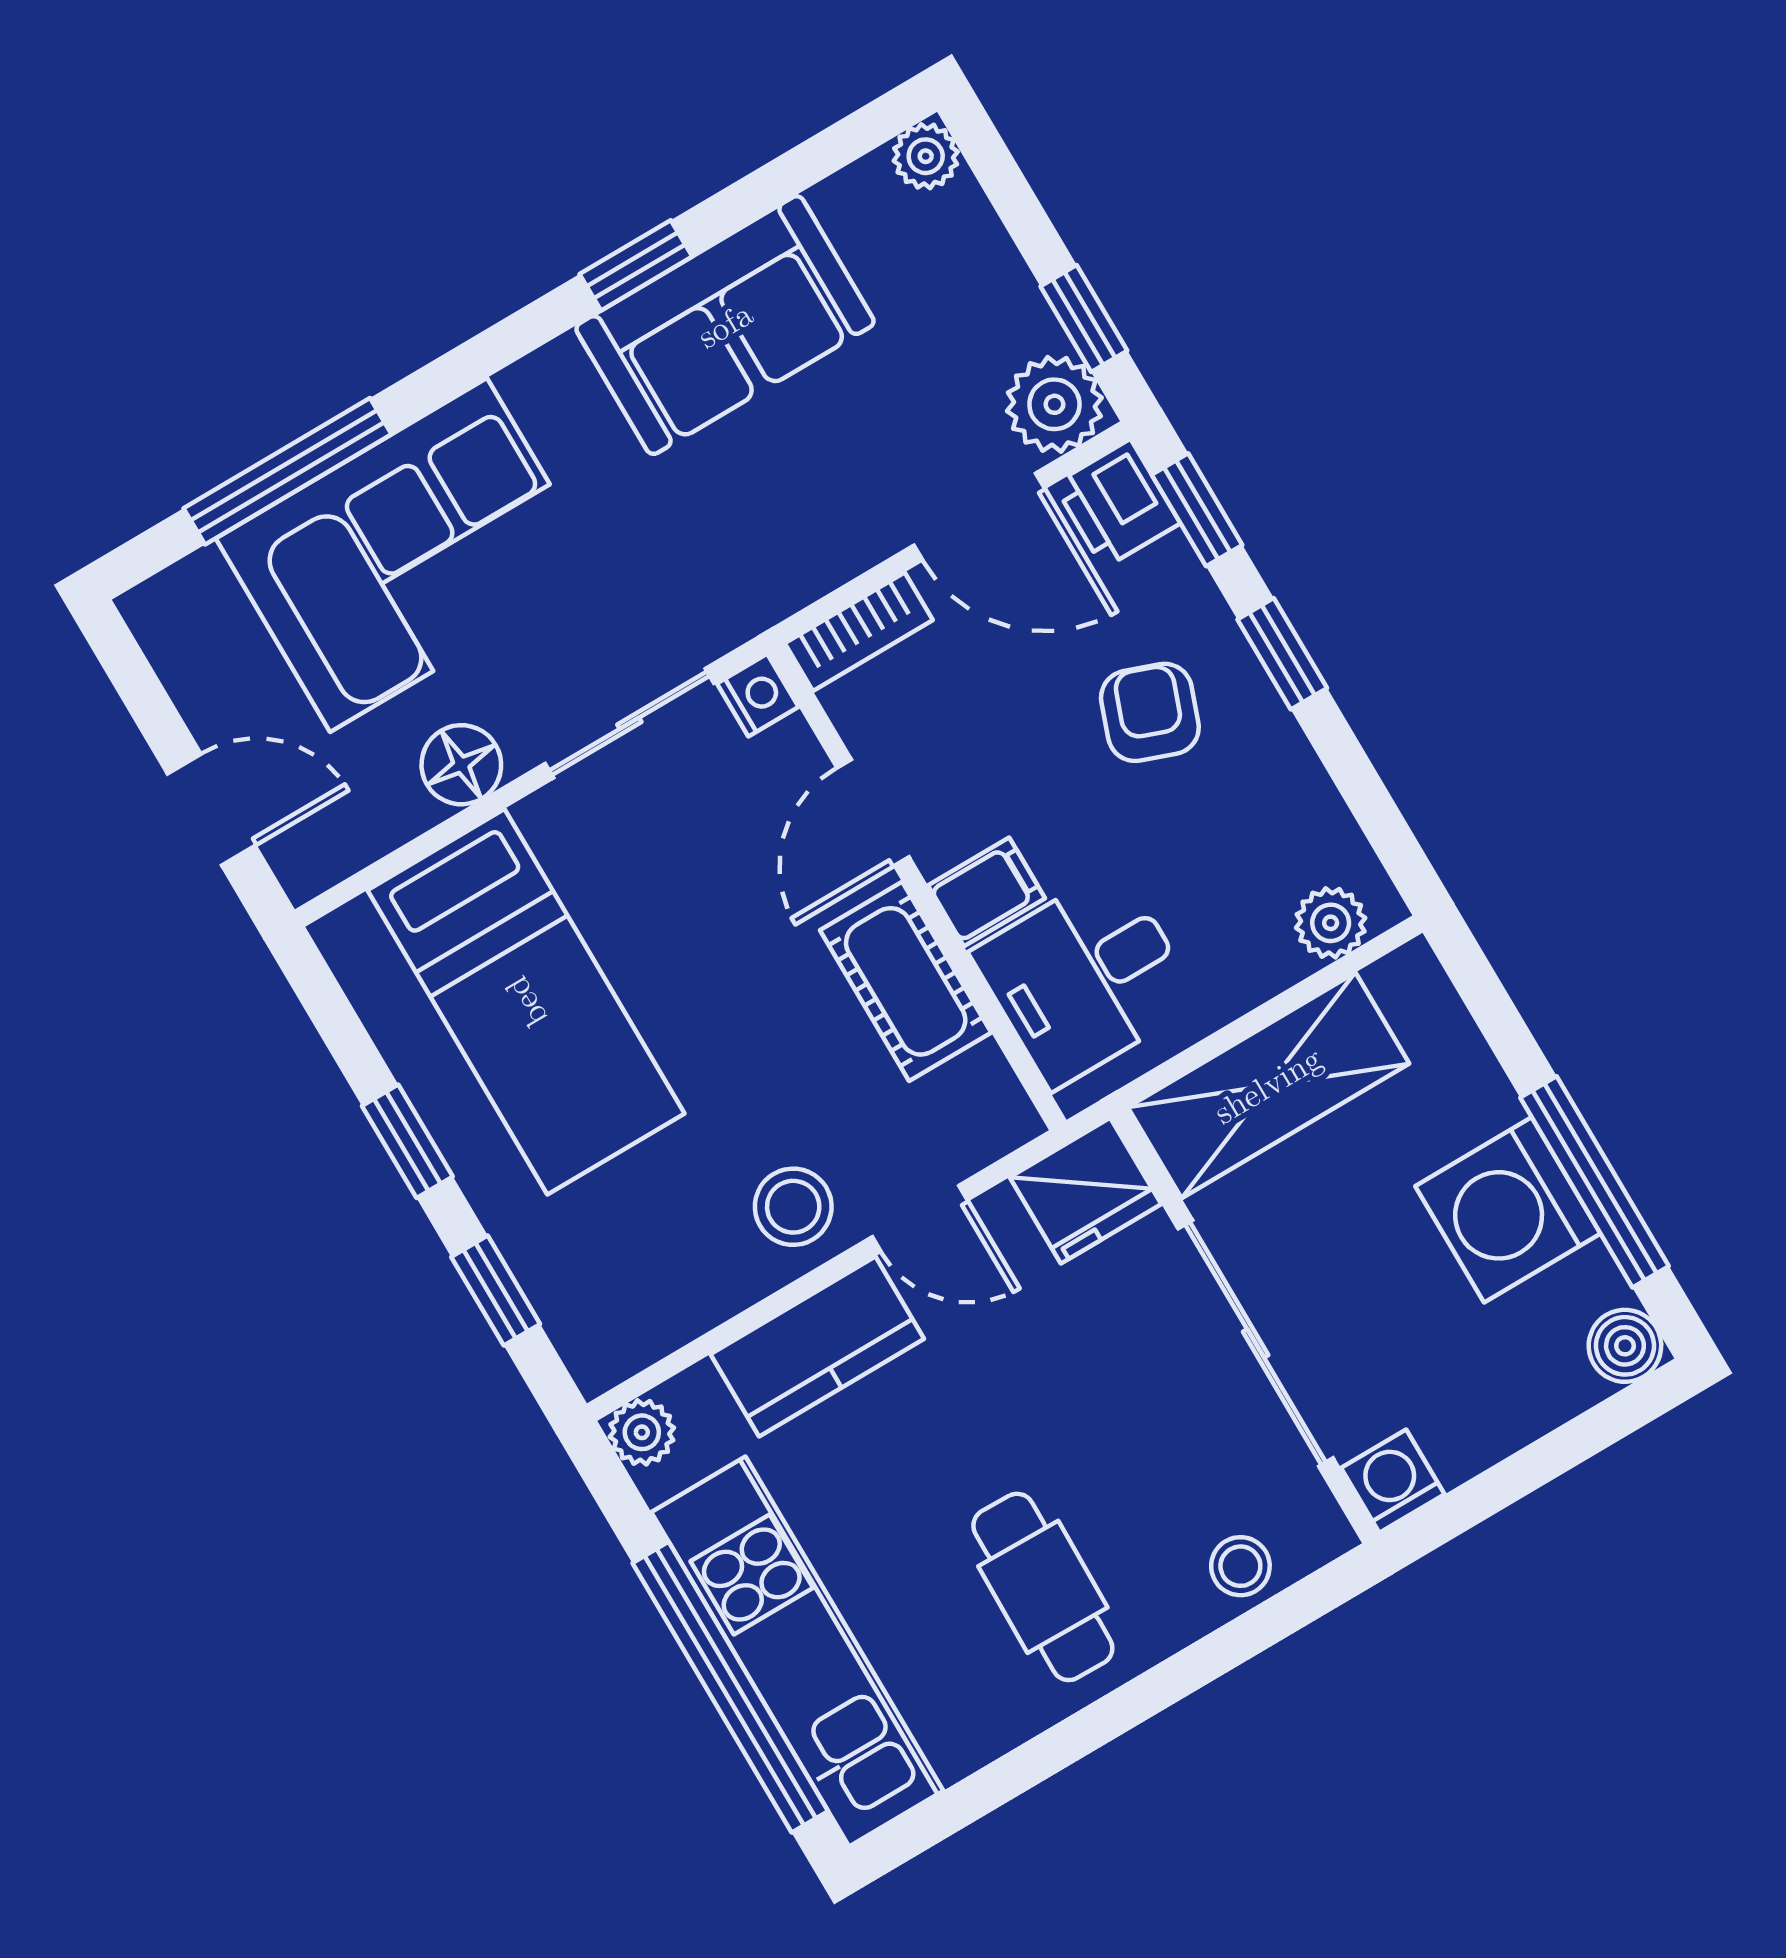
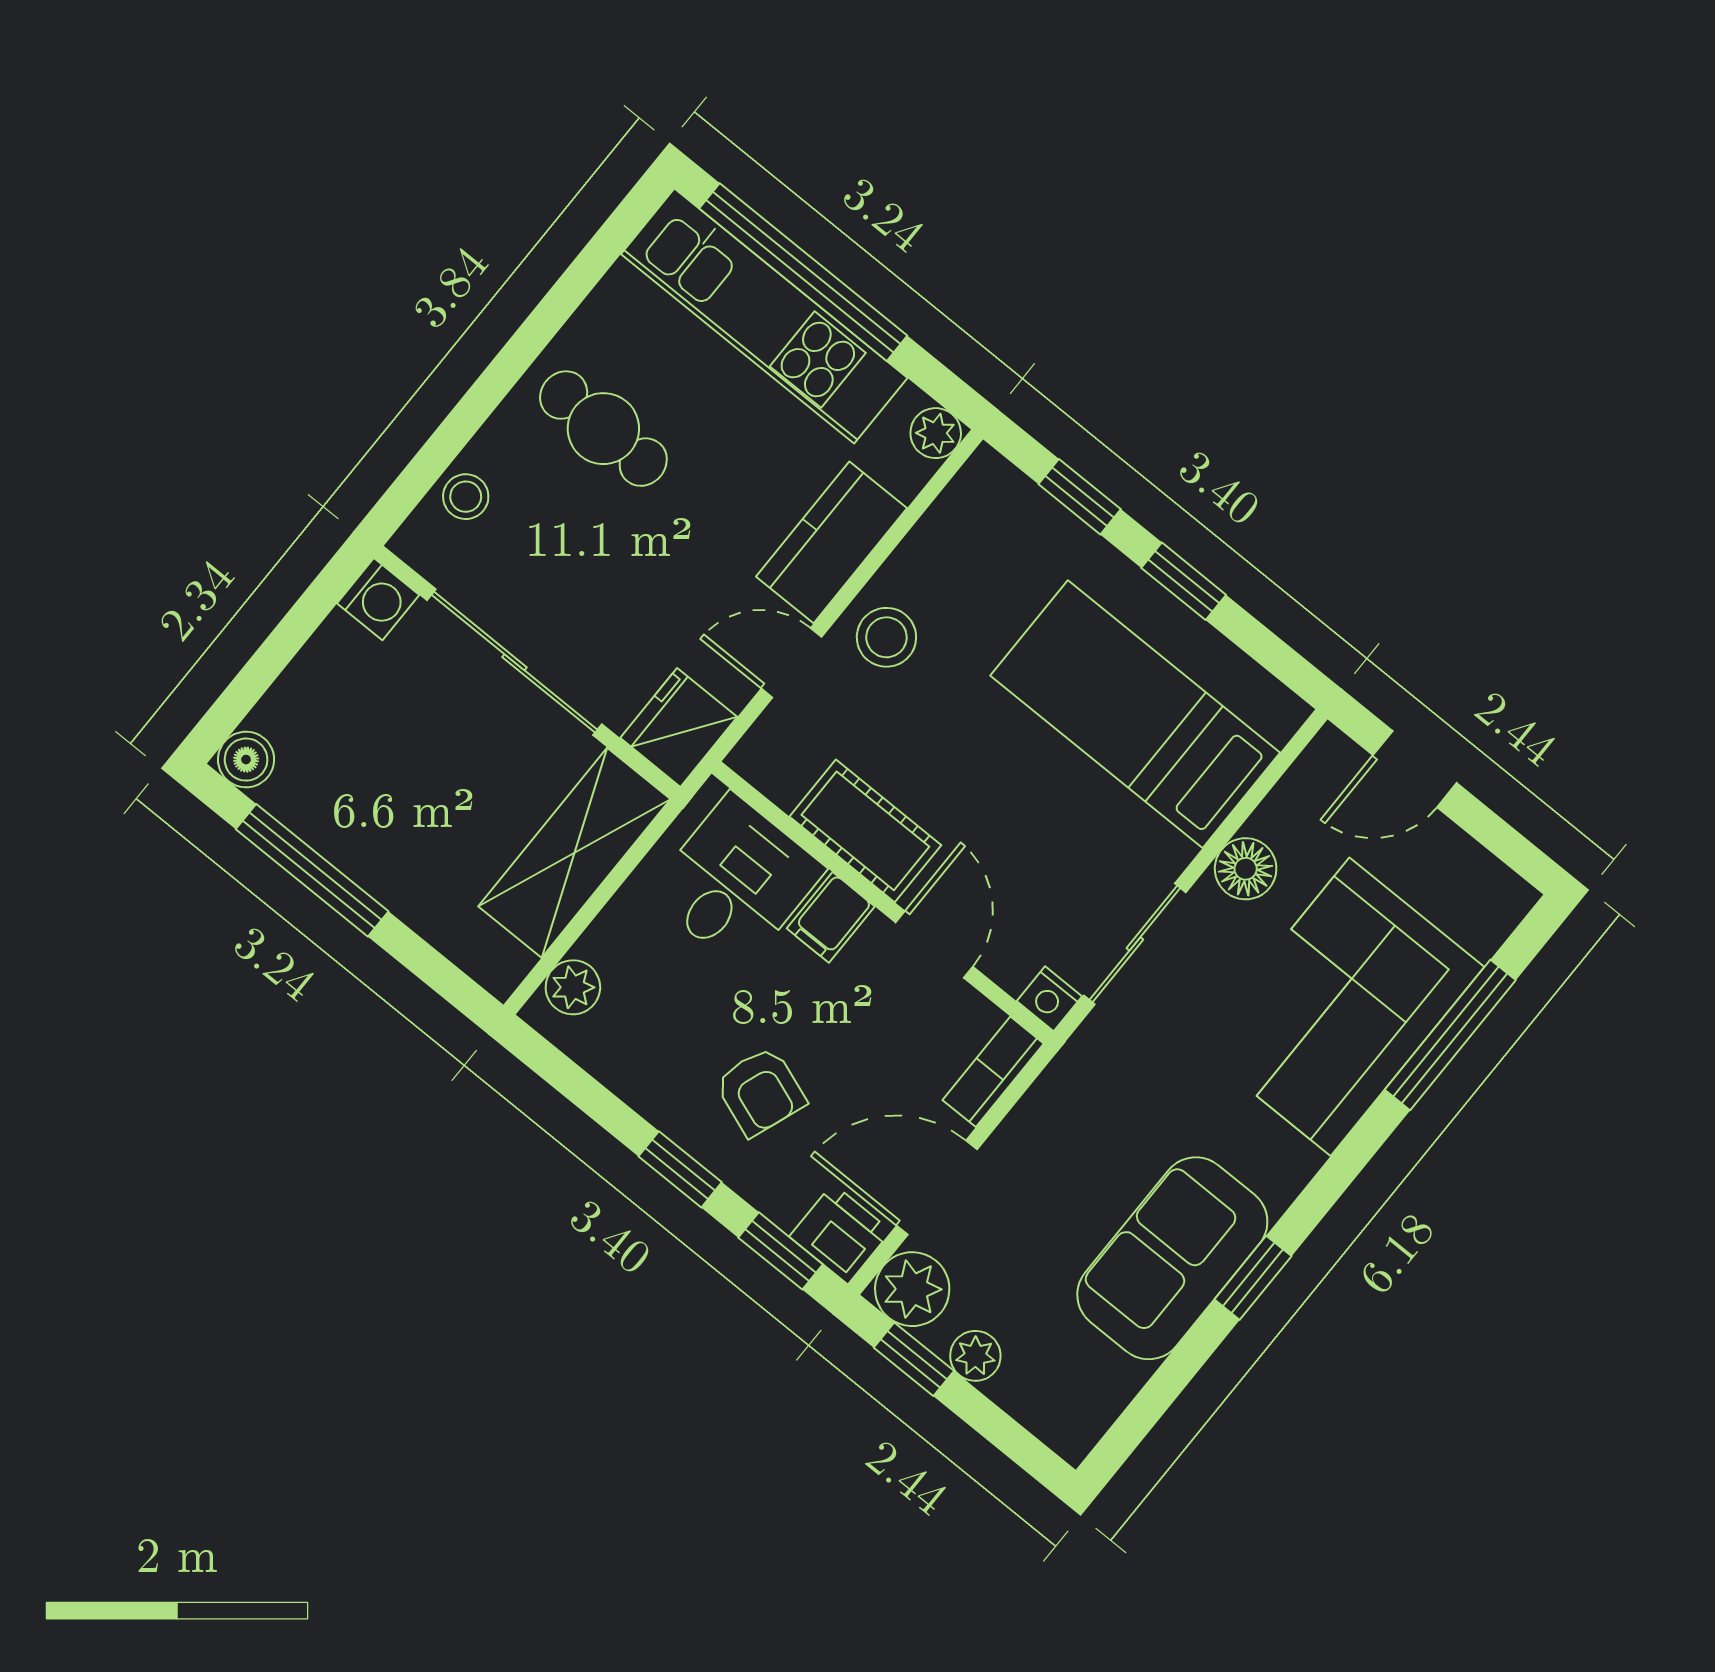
plant: (926, 156) -> (975, 1356), moved
washing machine: (1508, 1210) -> (367, 827), removed

